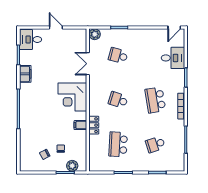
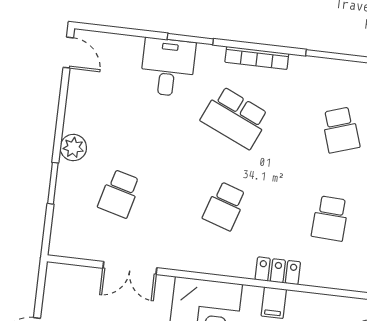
plant: (95, 34) -> (73, 148), moved
desk: (173, 58) -> (168, 67), moved
school desk: (155, 100) -> (235, 118), turned 33
school desk: (118, 144) -> (330, 218), width x0.54

